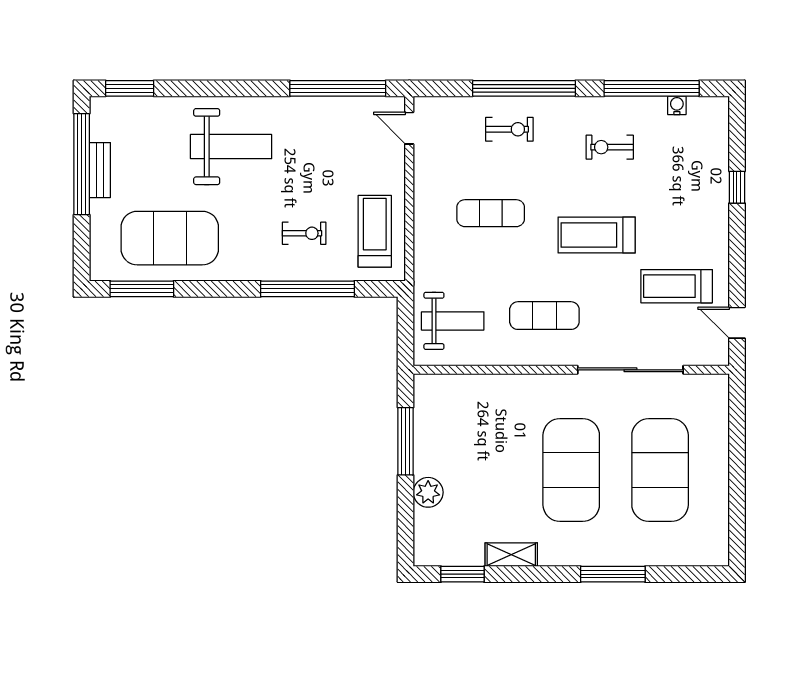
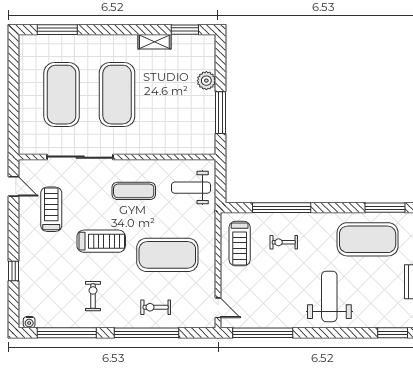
water cooler: (677, 105) -> (29, 322), moved
weight bench: (231, 147) -> (329, 296), turned 90
exercise bike: (610, 147) -> (93, 296), turned -90
exercise mat: (491, 213) -> (167, 255), width x2.00, depth x1.45
treadmill: (677, 286) -> (51, 209), turned -90
window: (613, 574) -> (57, 30), moved

